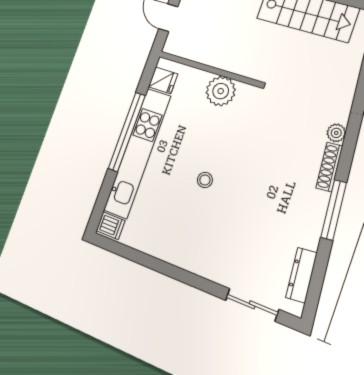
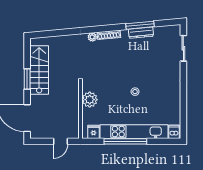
window: (334, 210) -> (140, 25), moved
dresser: (301, 275) -> (141, 33), moved

